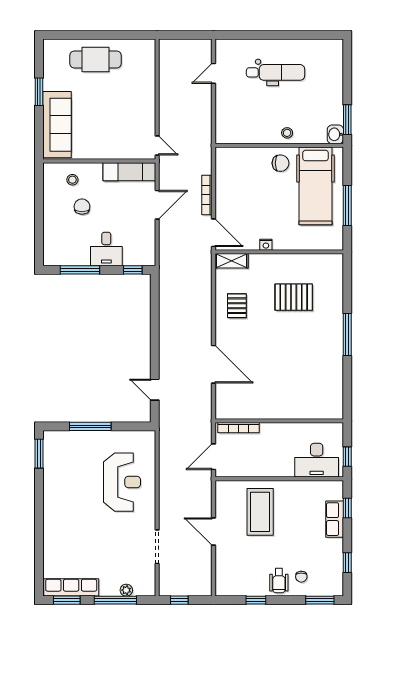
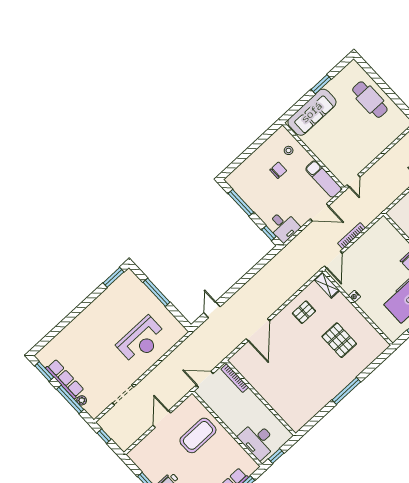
desk: (106, 249) -> (283, 226), moved, turned -90
row of seats: (71, 587) -> (65, 379), moved

